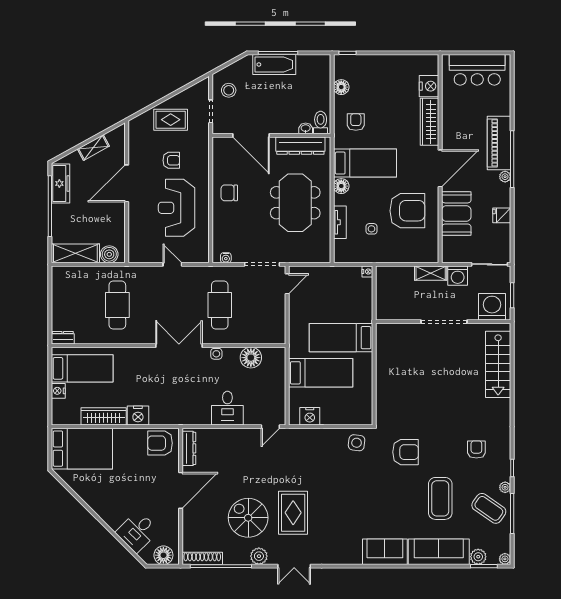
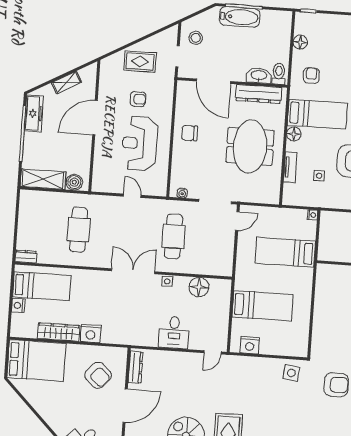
washbasin: (306, 128) -> (259, 76), width x1.91, depth x1.45
bed: (341, 338) -> (285, 252), moved
armchair: (160, 443) -> (98, 375), moved, turned -138

